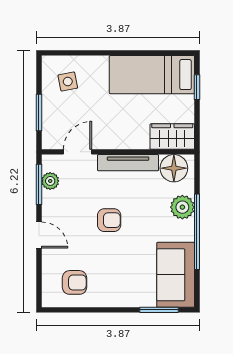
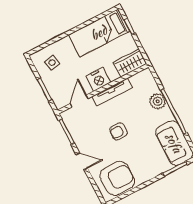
nightstand: (118, 136) -> (98, 79), added
floor lamp: (174, 168) -> (141, 81), removed
plant: (50, 181) -> (72, 126), removed
armchair: (109, 220) -> (119, 131), turned 180
armchair: (74, 282) -> (117, 178), width x1.88, depth x1.88

